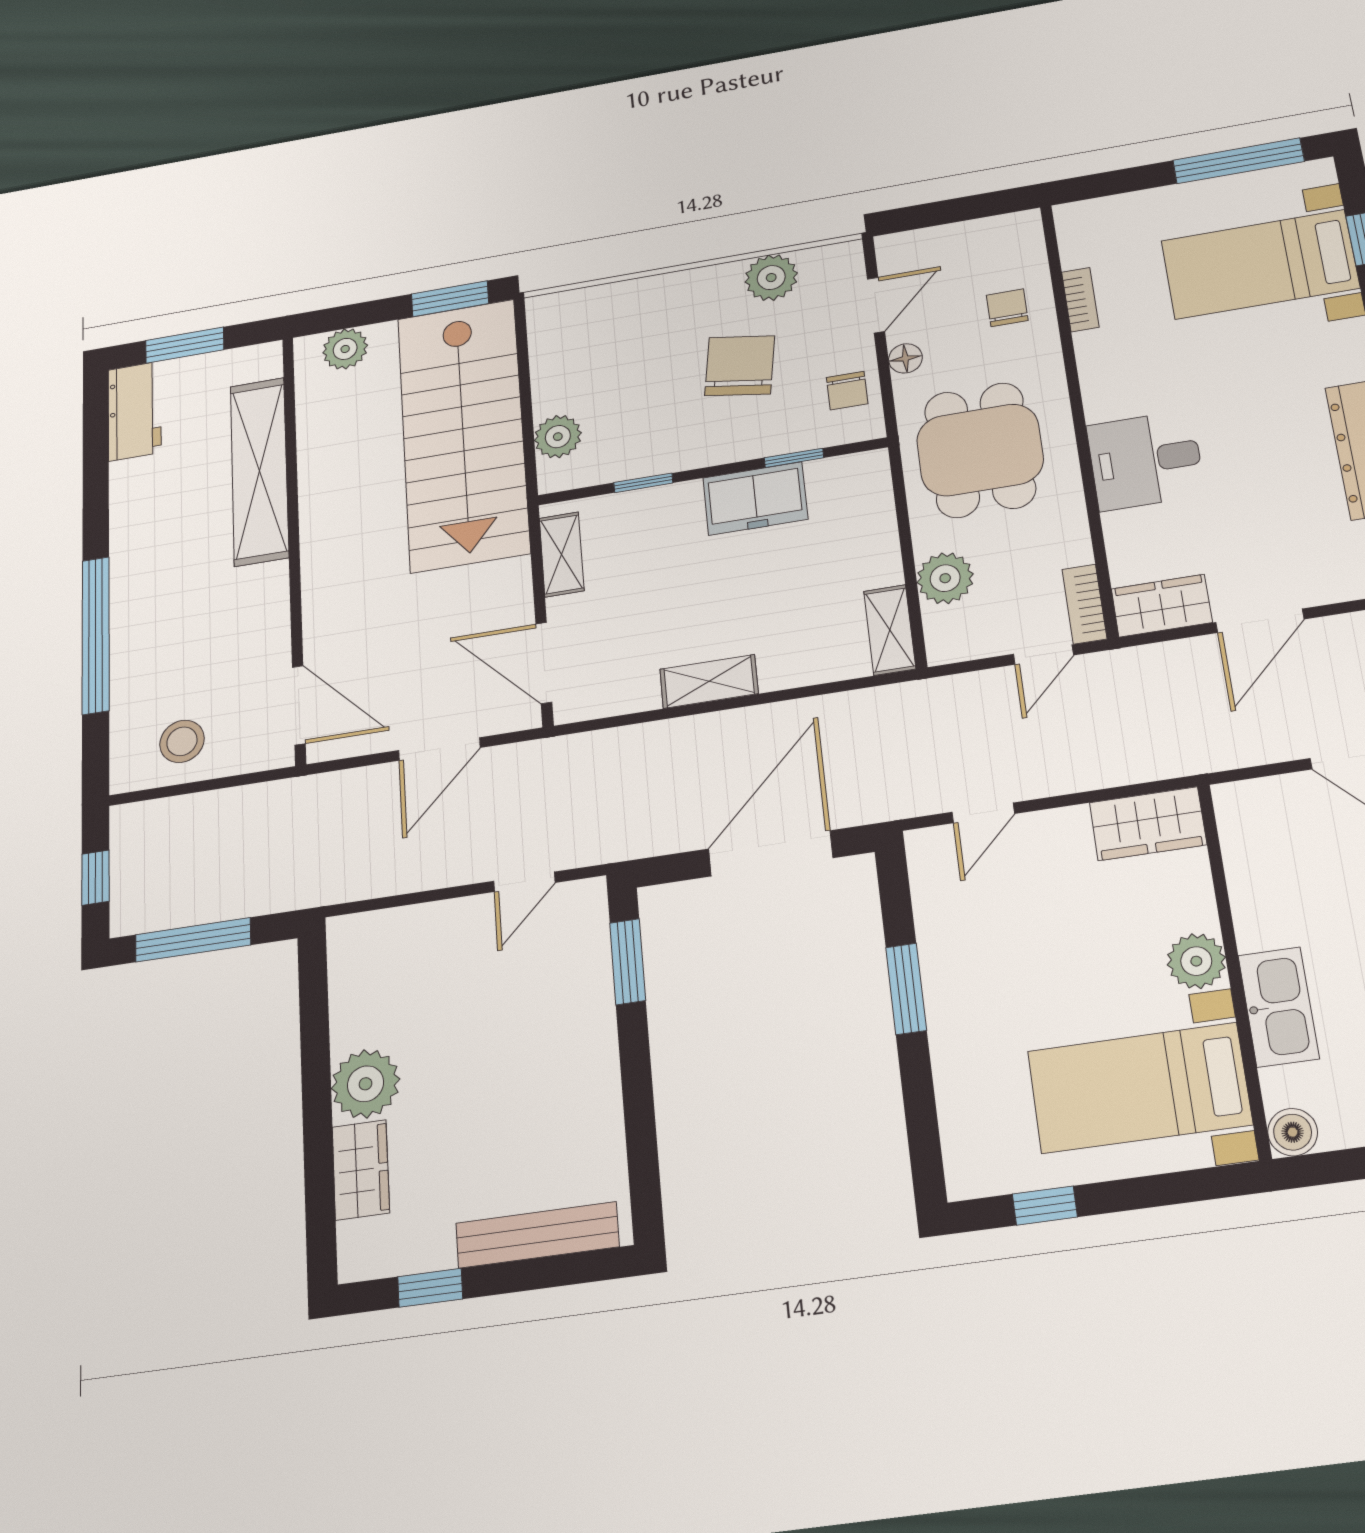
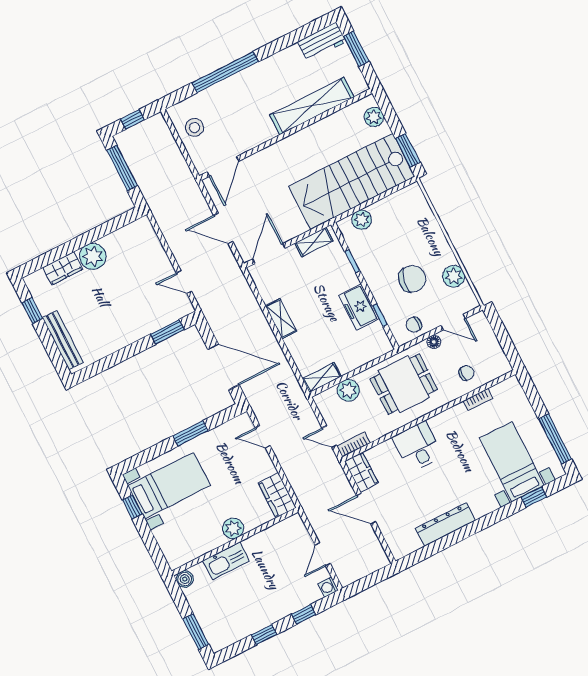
bed with nightstands: (1139, 1088) -> (169, 486), moved, turned 90

